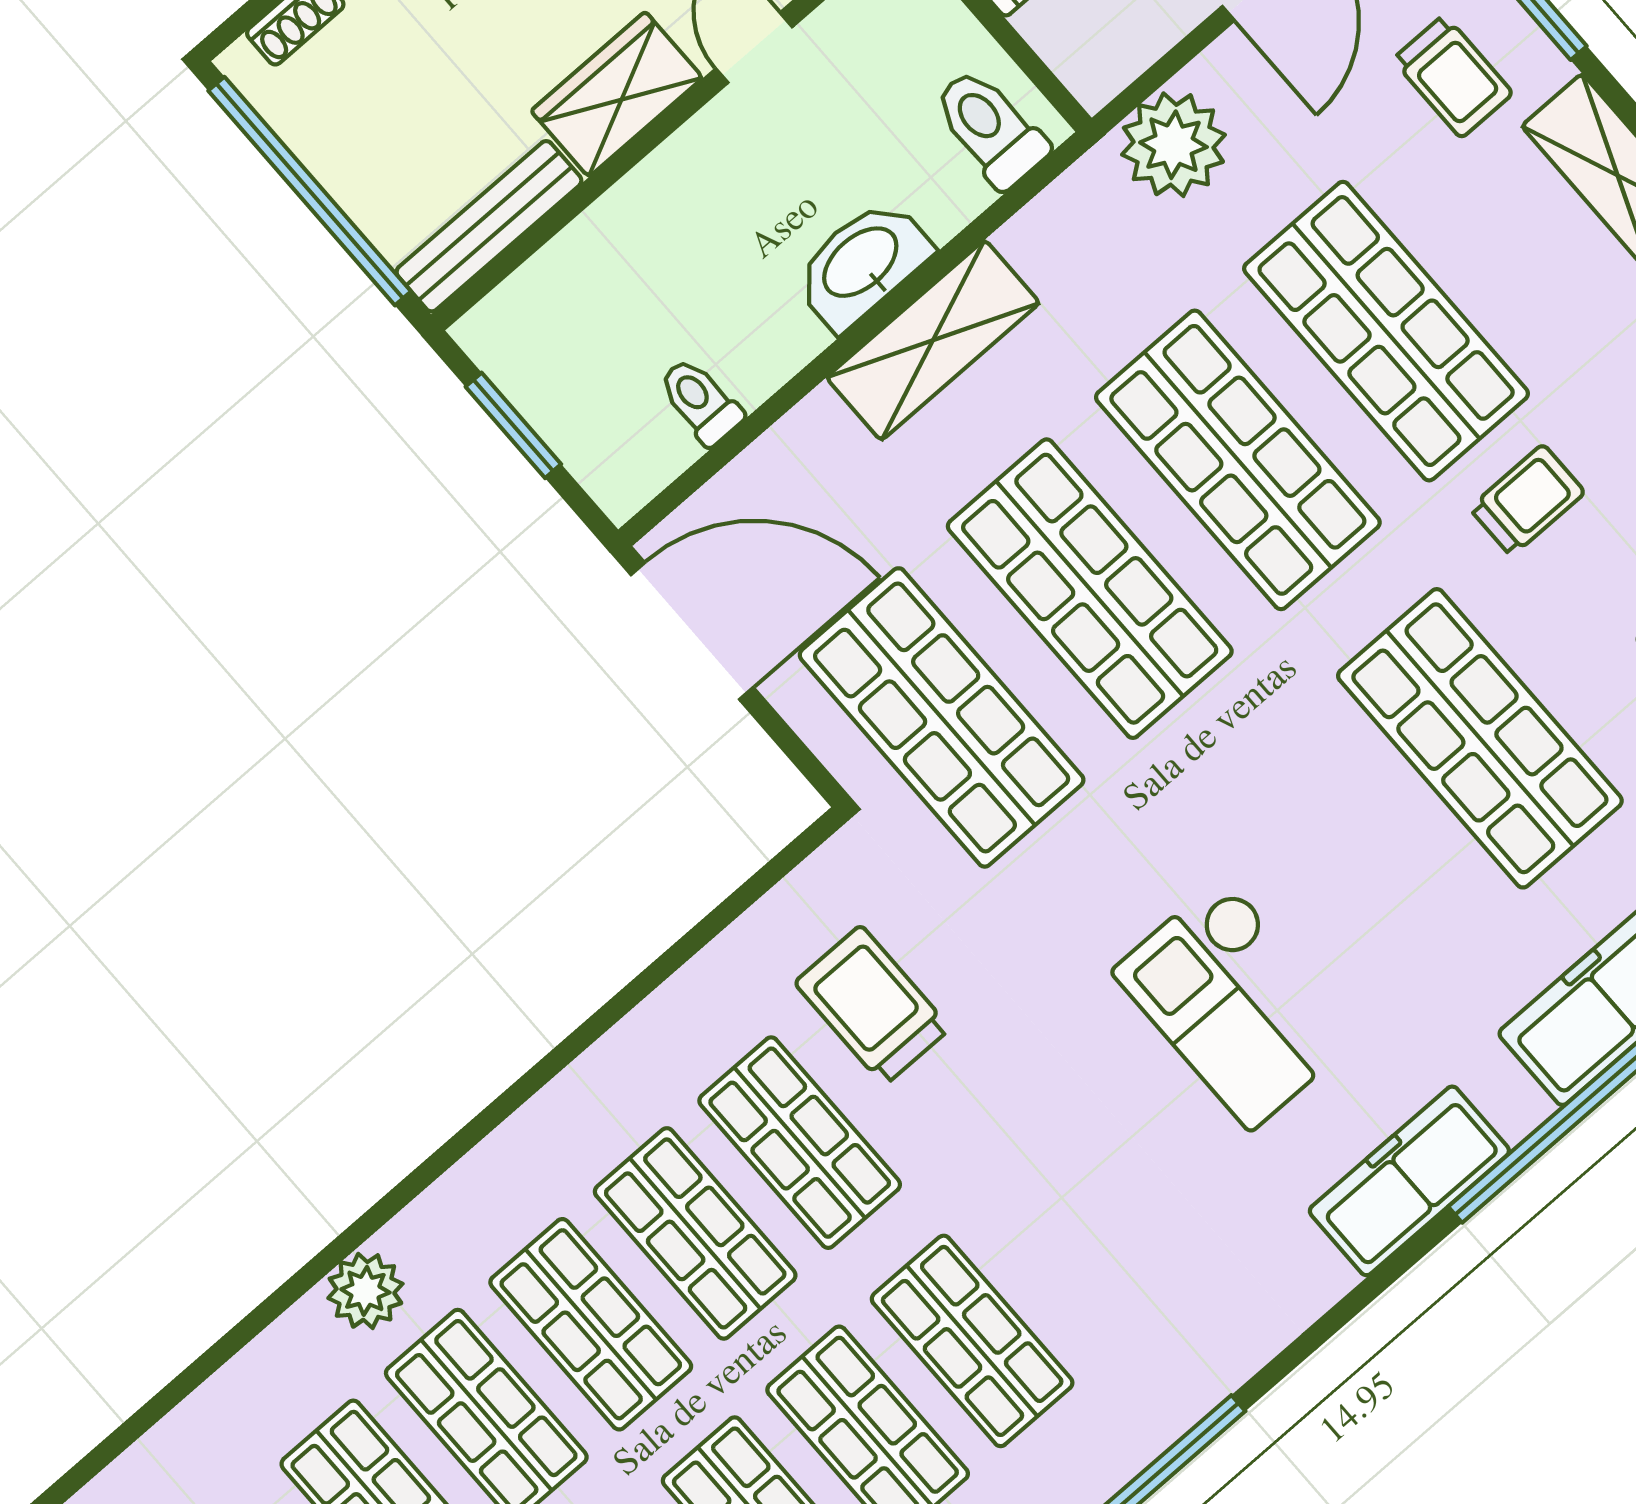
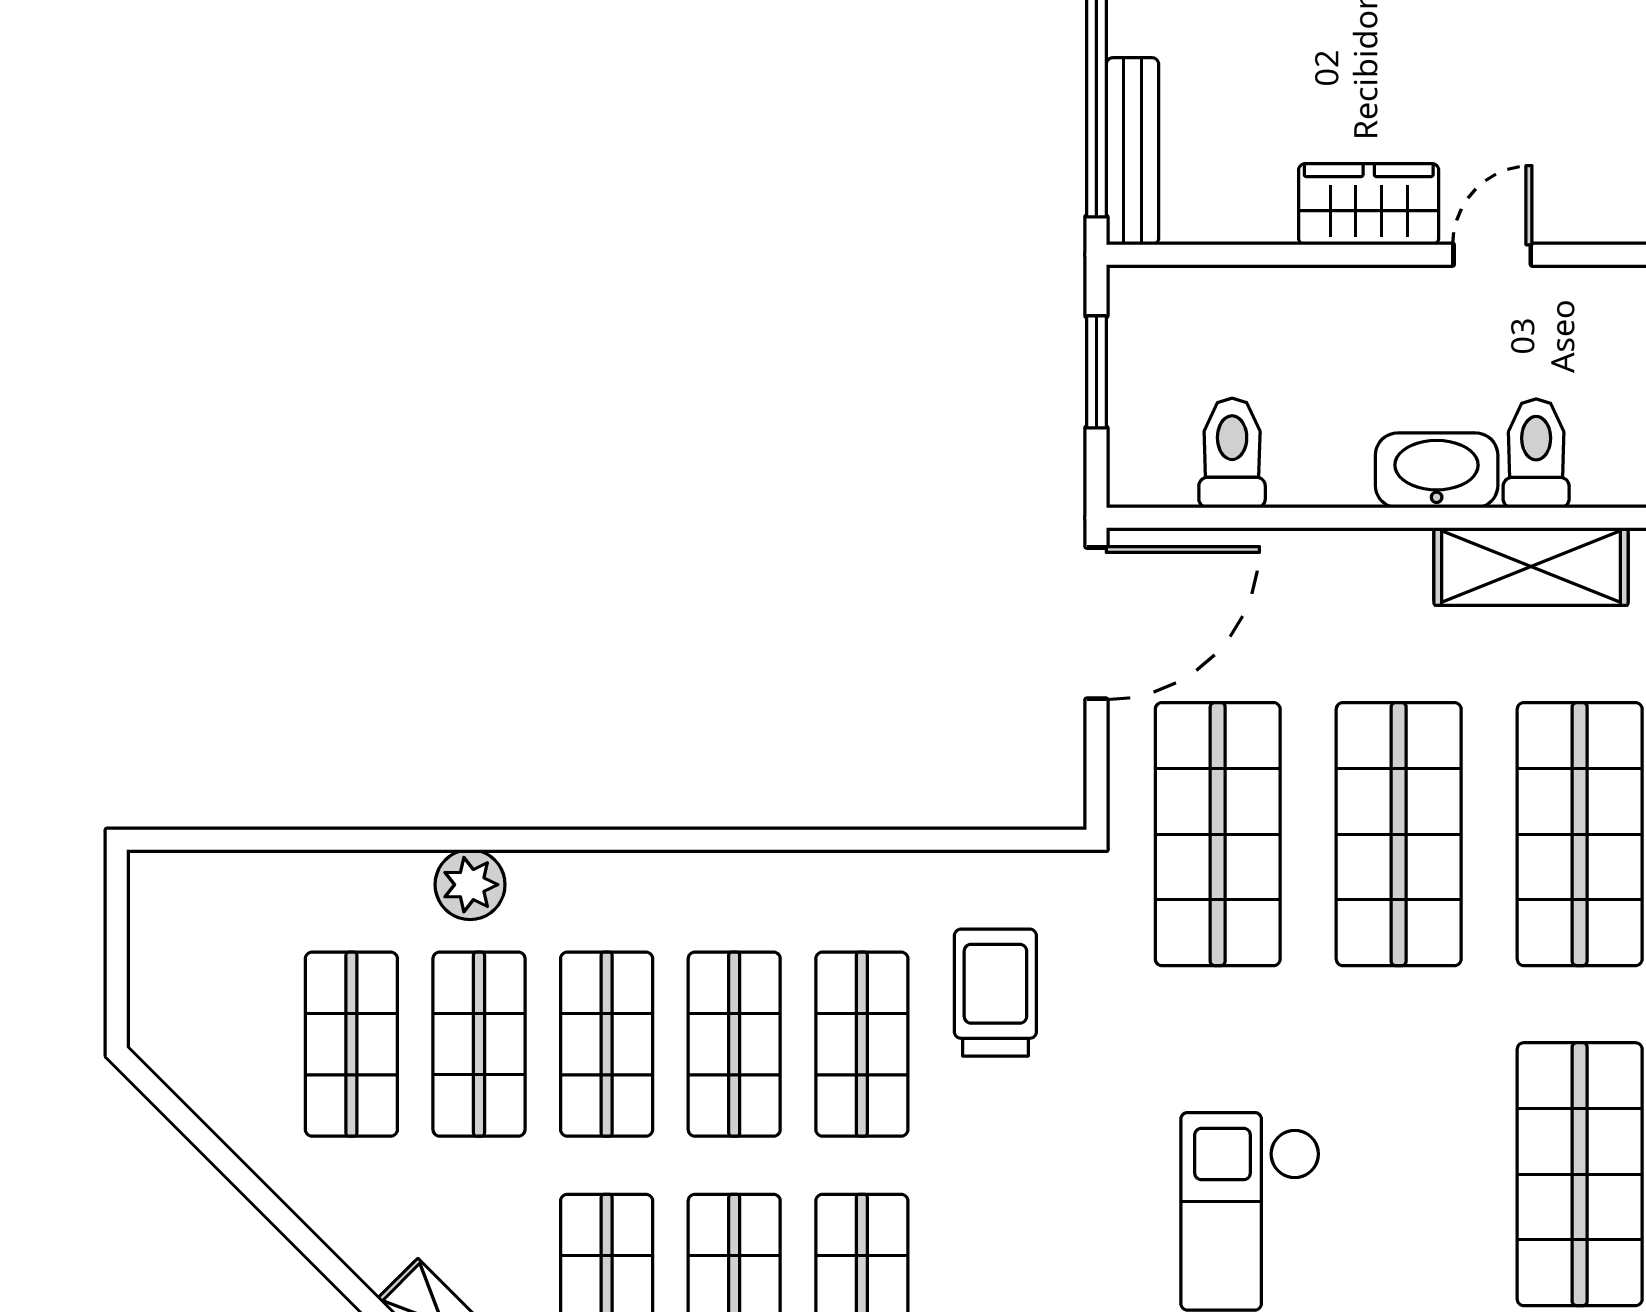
toilet: (990, 128) -> (1536, 453), moved
bench: (489, 226) -> (1132, 151), moved, turned 90
shelving: (933, 340) -> (1531, 566), moved
toilet: (700, 401) -> (1232, 453), width x1.37, depth x1.39
door: (692, 631) -> (1096, 623), hinge flipped

